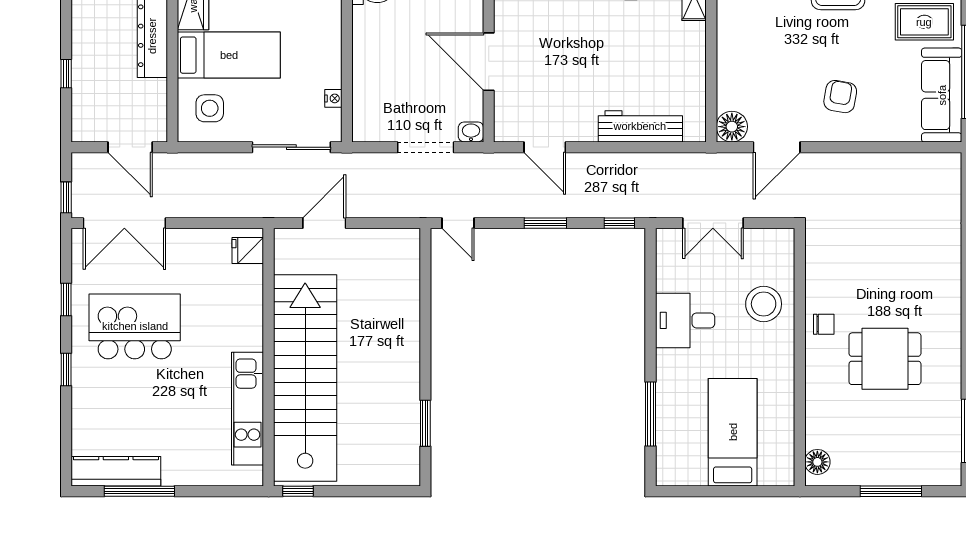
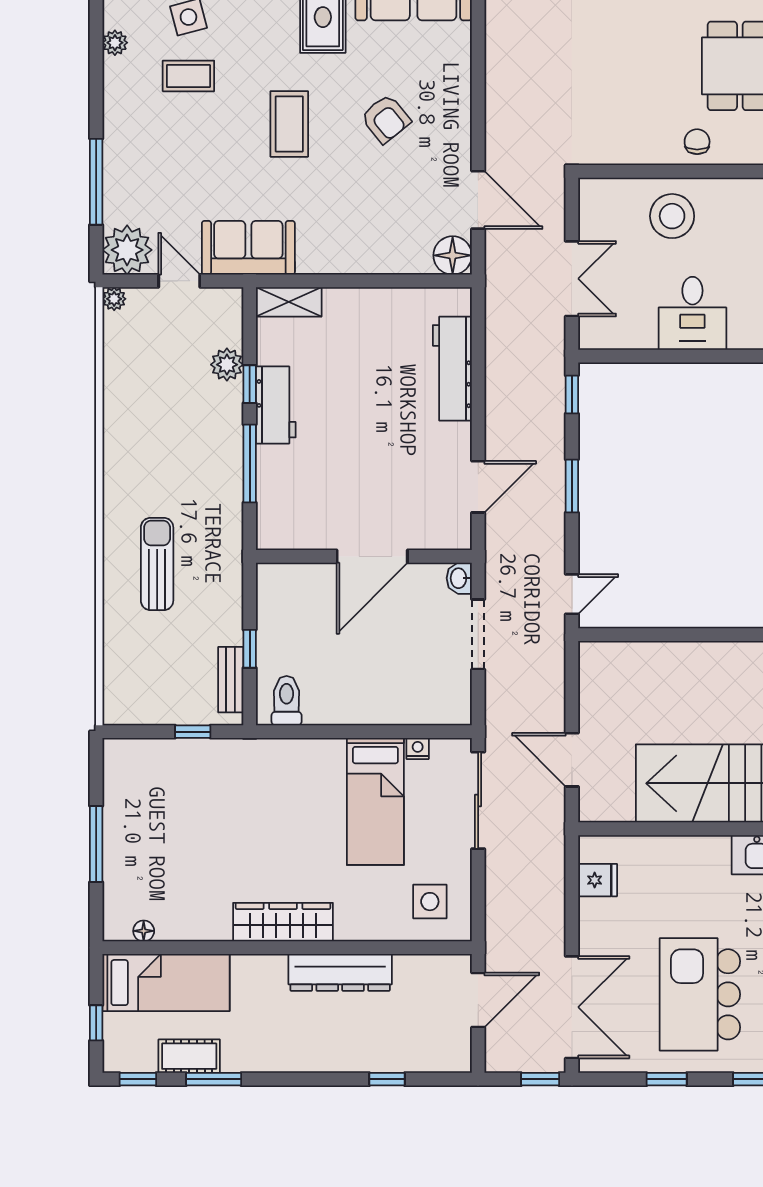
bed: (229, 55) -> (375, 801), moved, turned 180
armchair: (840, 97) -> (386, 119), moved, turned -139
fridge: (248, 250) -> (598, 880), moved, turned -90

